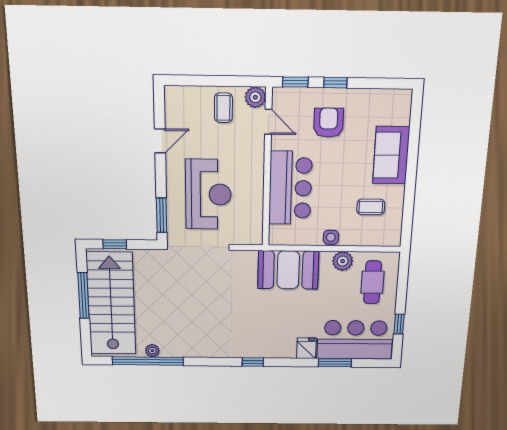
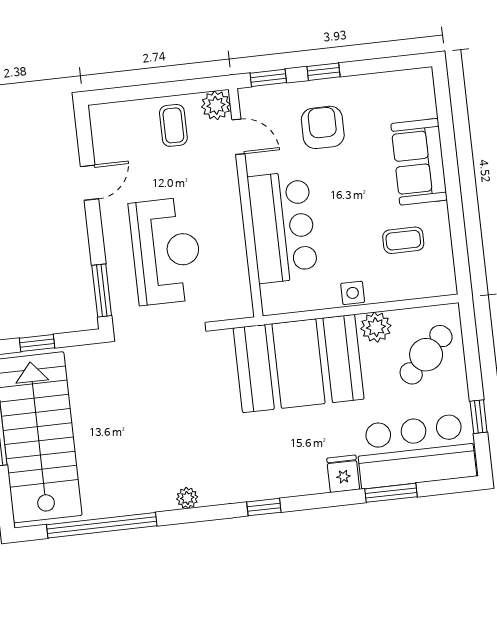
booth: (288, 270) -> (299, 364), width x1.36, depth x1.42
cafe table: (372, 282) -> (426, 355), turned 45
plant: (152, 351) -> (187, 498), moved

